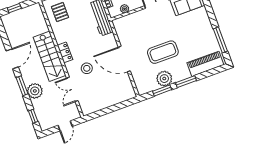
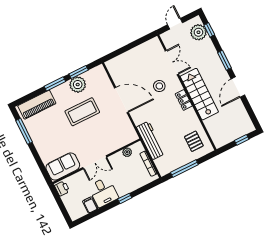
plant: (35, 91) -> (198, 32), moved

